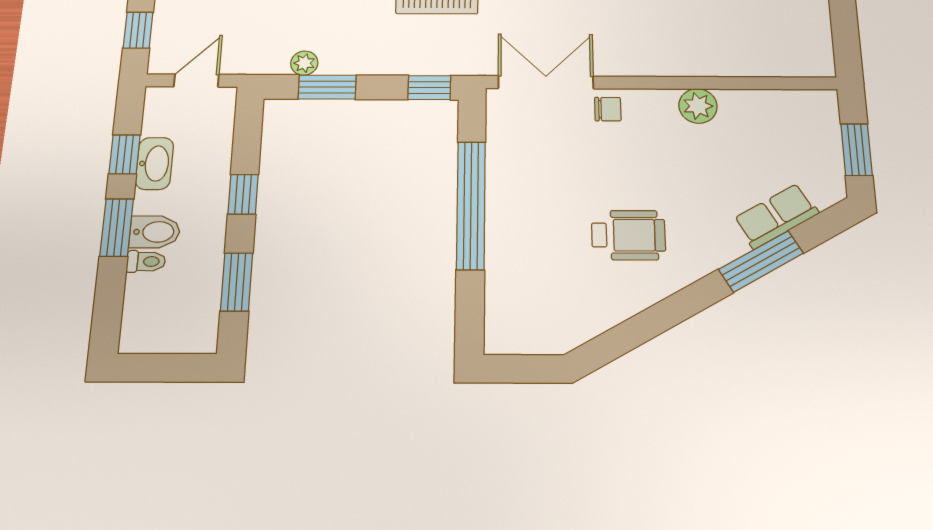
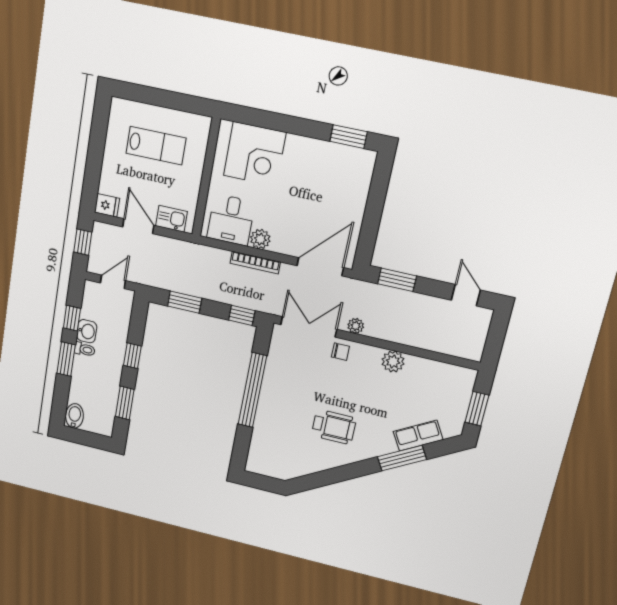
plant: (304, 63) -> (356, 326), moved
washbasin: (154, 163) -> (87, 331), width x0.72
bidet: (155, 232) -> (74, 416), moved, turned -90
toilet: (146, 261) -> (85, 349), moved

